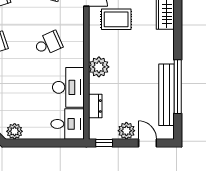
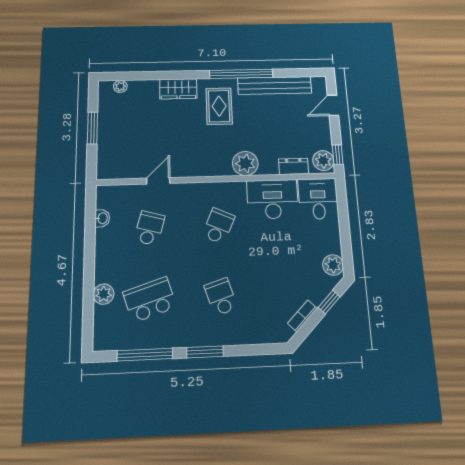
rug: (116, 19) -> (219, 106), moved
school desk: (48, 43) -> (218, 226), turned 48
window: (178, 87) -> (241, 74), moved
plant: (126, 131) -> (323, 161), moved

